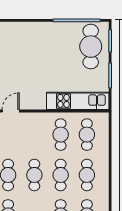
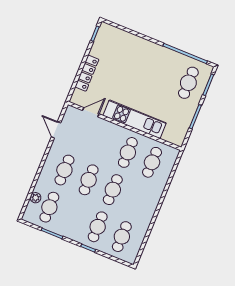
cafe table: (91, 47) -> (188, 83), width x0.73, depth x0.74
kitchen unit: (78, 101) -> (135, 119), moved
cafe table: (87, 175) -> (137, 199), removed

